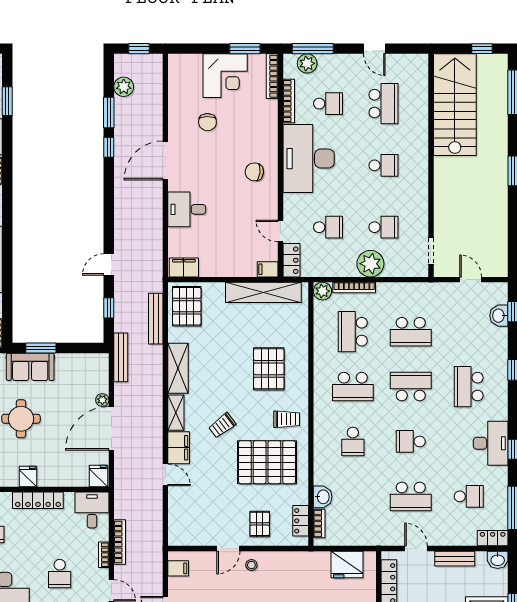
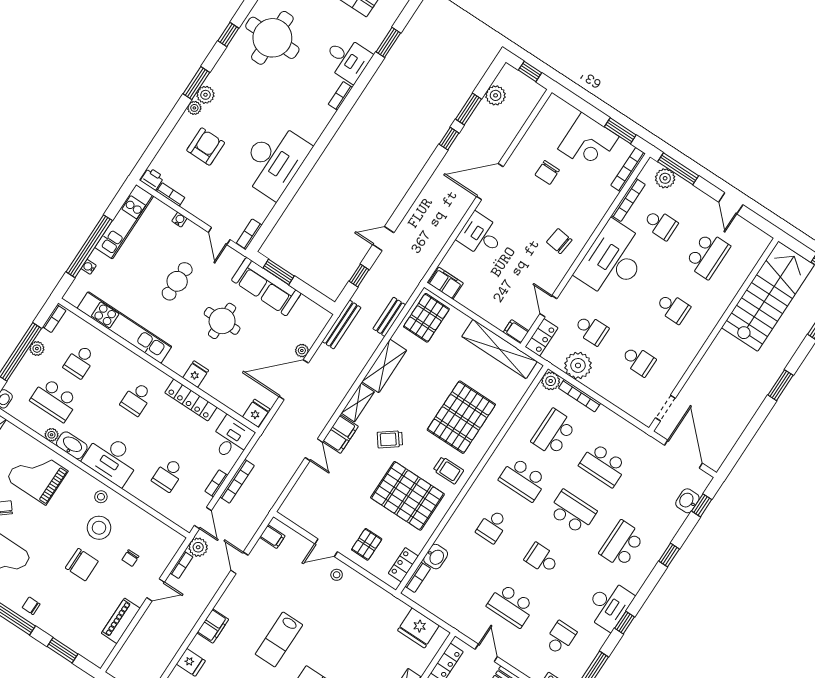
plant: (370, 264) -> (578, 365), moved
door: (471, 280) -> (684, 454), width x1.88
bench: (156, 319) -> (389, 317), width x0.73
sofa: (30, 367) -> (266, 287), width x1.36
pallet: (269, 369) -> (461, 417), width x1.37, depth x1.41
school desk: (469, 496) -> (560, 638), turned -90

